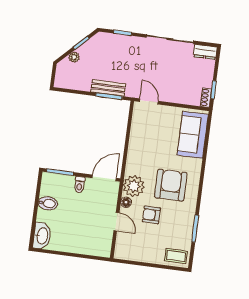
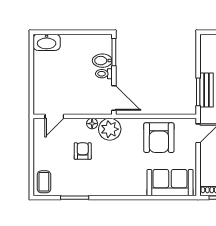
armchair: (171, 185) -> (159, 138), moved, turned 90
bidet: (48, 203) -> (102, 61), moved, turned 90
door: (116, 222) -> (54, 116), moved

